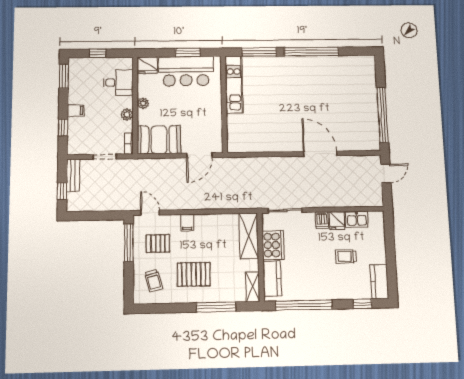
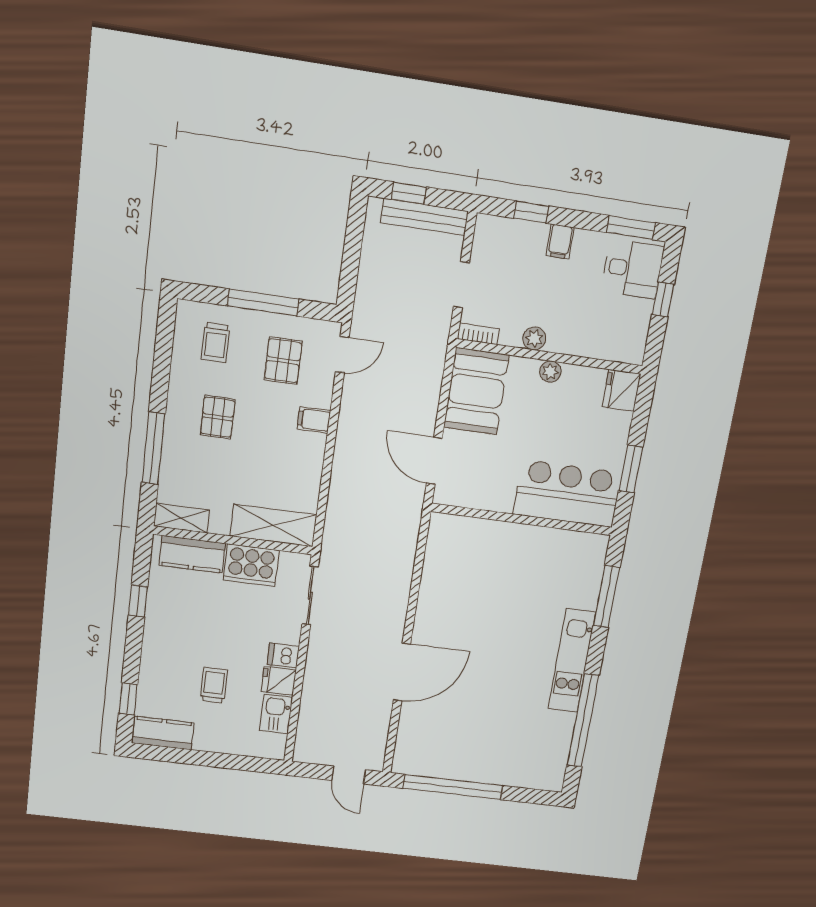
window: (312, 52) -> (583, 720), moved
bar counter: (186, 71) -> (567, 494), moved, turned 90
desk: (118, 82) -> (633, 269), moved, turned -90
kitchen unit: (234, 85) -> (572, 661), moved, turned 90
bench: (73, 175) -> (424, 217), width x1.36
window: (129, 243) -> (263, 302), moved
pallet: (194, 274) -> (218, 417), width x0.67, depth x0.71
trolley: (154, 281) -> (215, 342), turned -75
window: (304, 305) -> (138, 601), width x0.32

